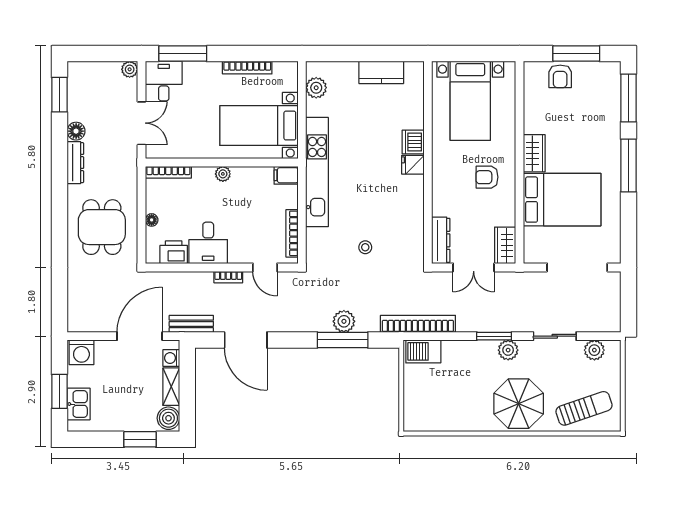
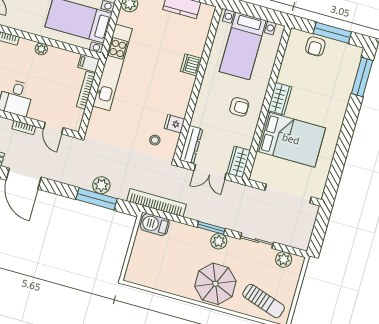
fridge: (413, 165) -> (174, 124), moved
window: (628, 165) -> (348, 128), removed
armchair: (487, 177) -> (239, 107), turned 180
bookcase: (292, 233) -> (86, 90), moved
stool: (365, 247) -> (155, 140), moved
sun lounger: (584, 408) -> (264, 301), turned 37

